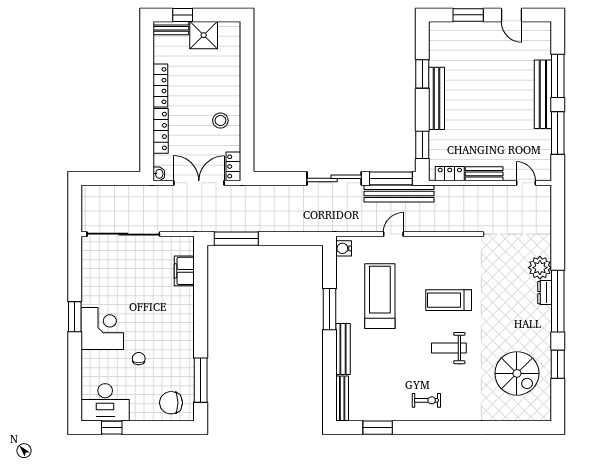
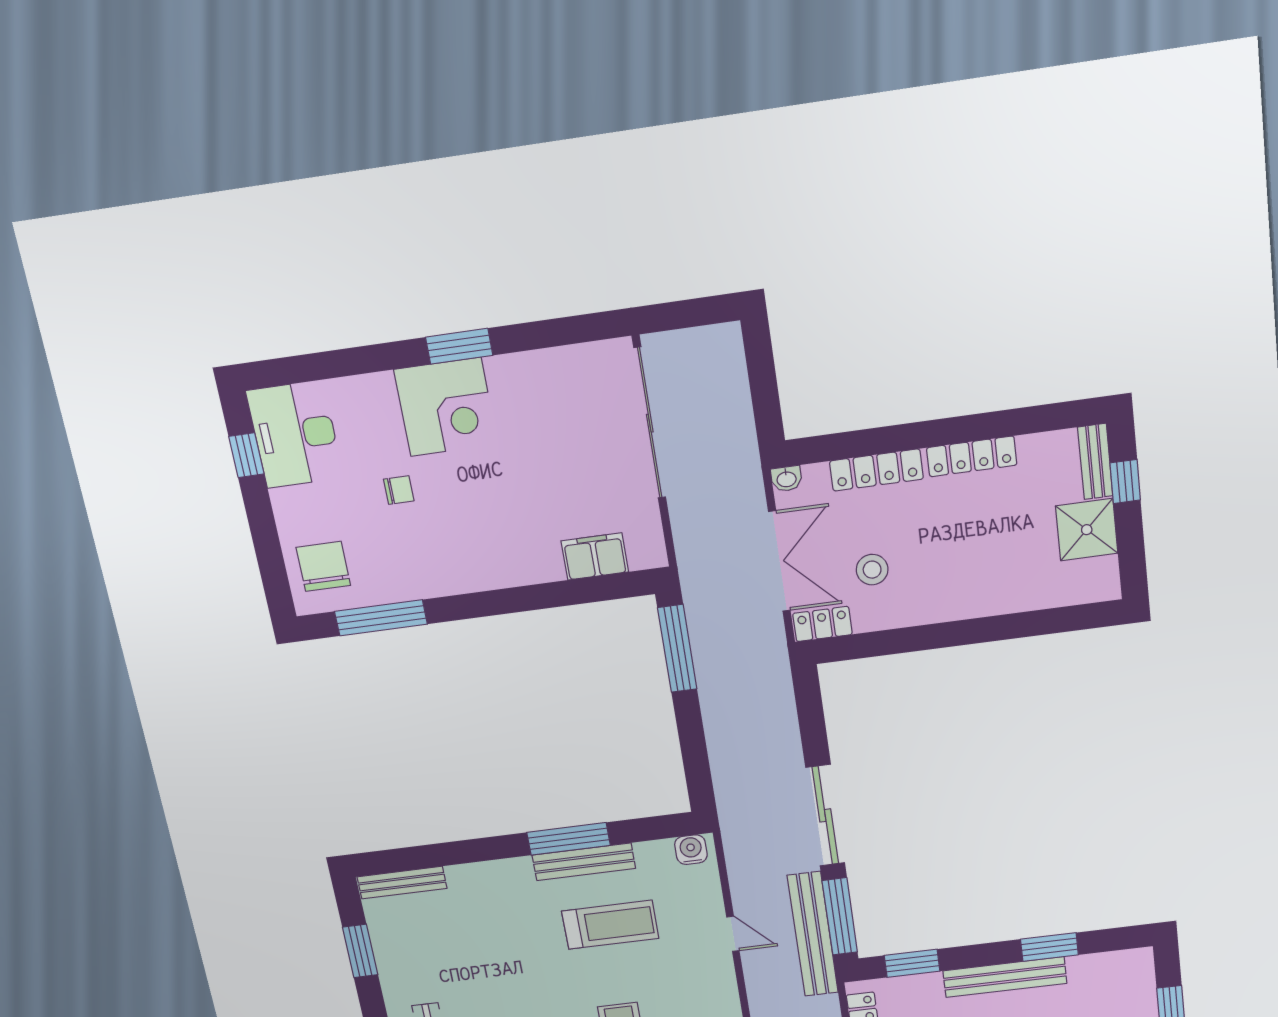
stool: (220, 121) -> (872, 570), moved
treadmill: (380, 296) -> (610, 925), width x0.73, depth x0.73
bench: (343, 349) -> (584, 862), moved

